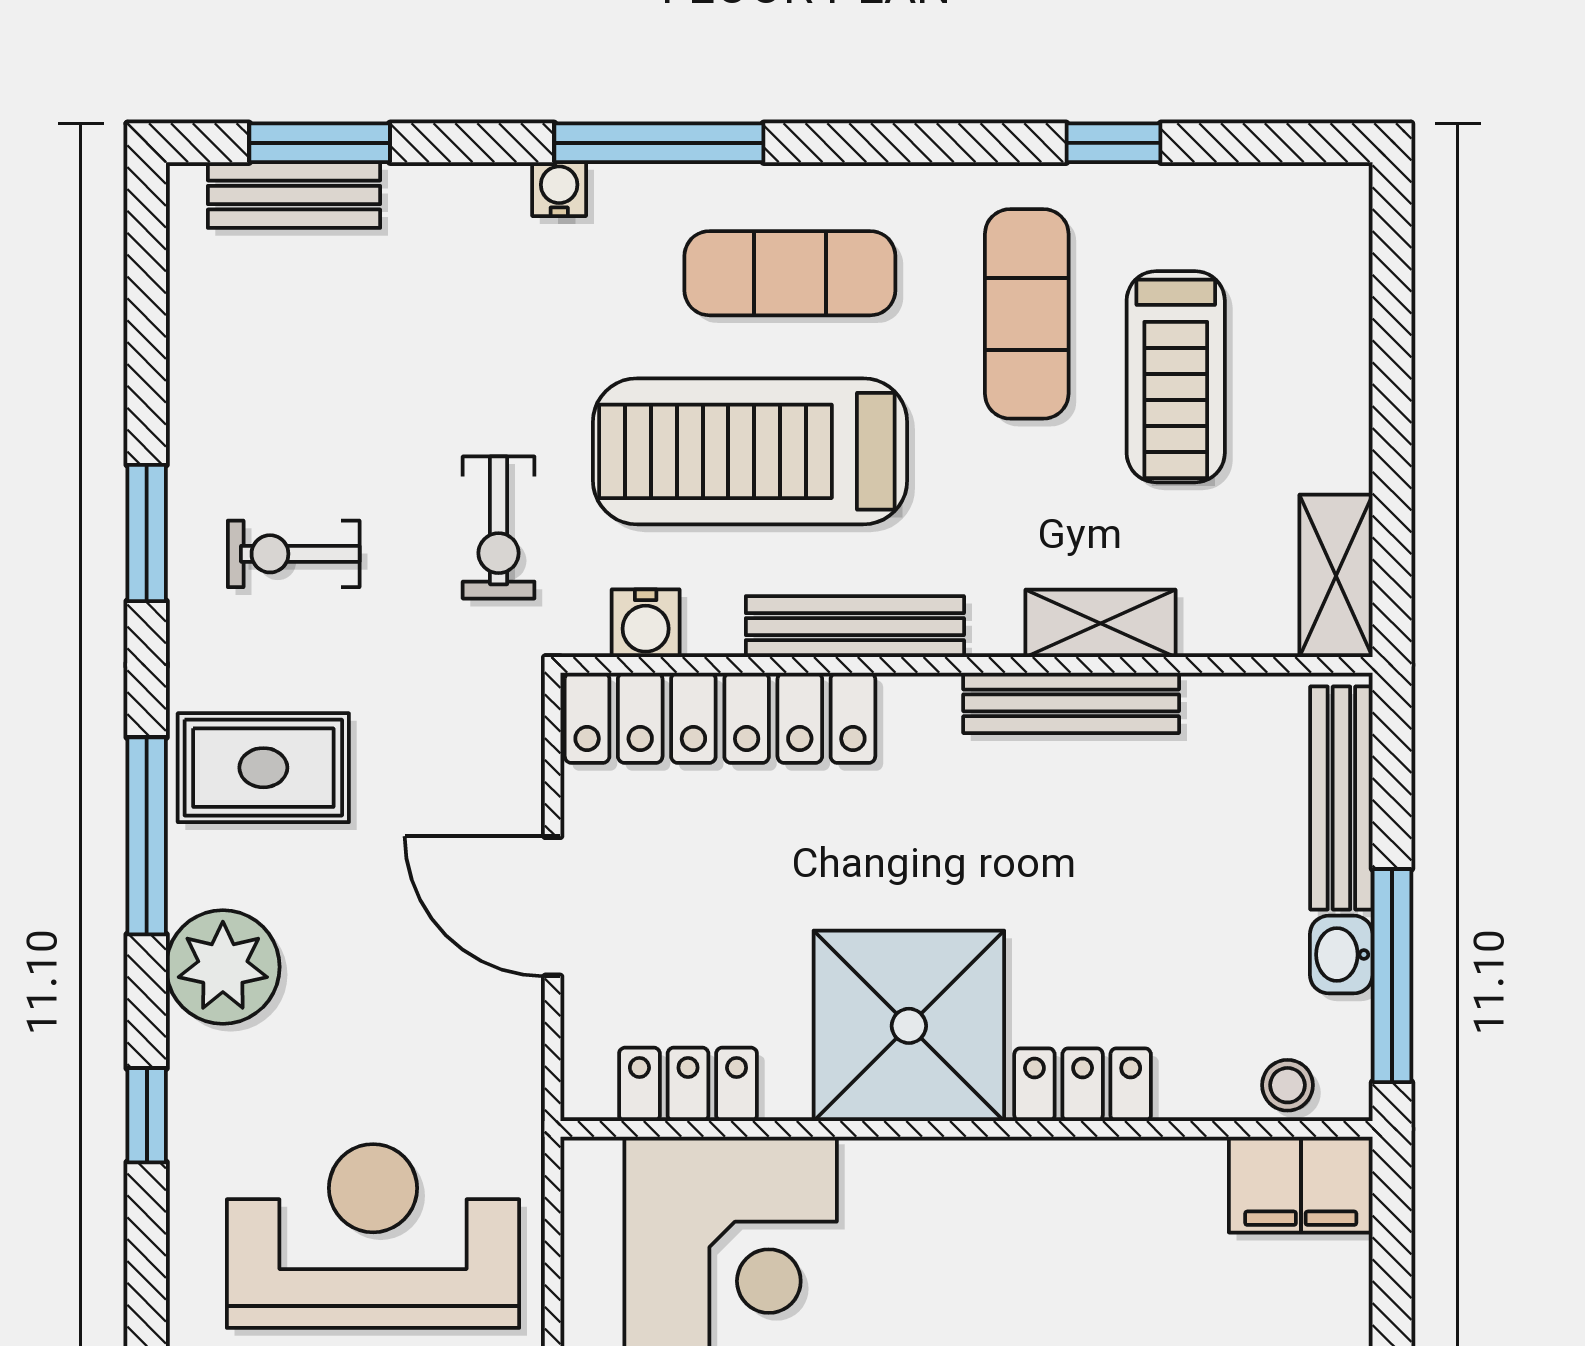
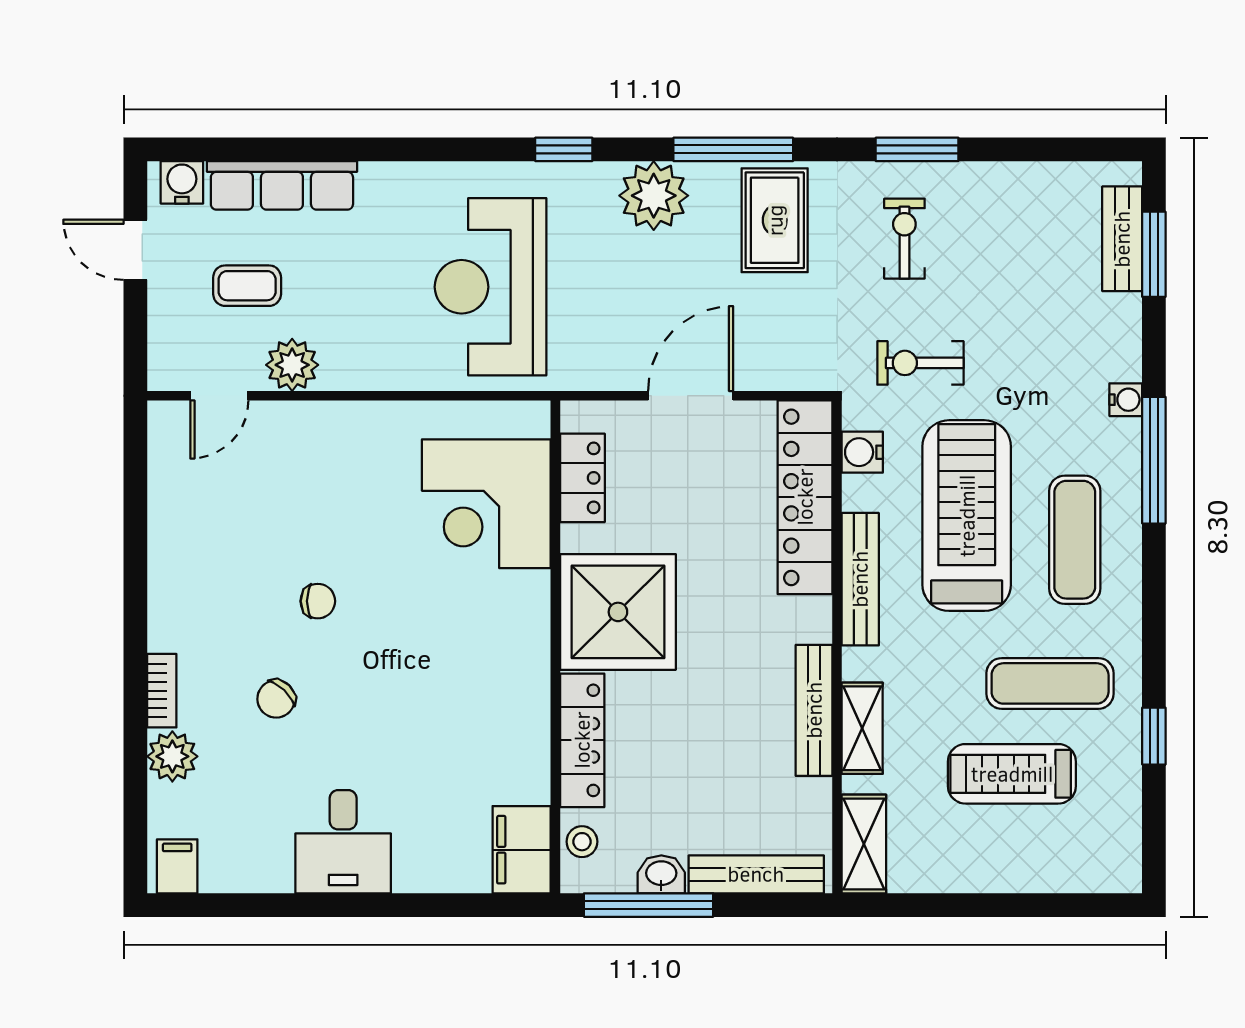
shelving: (1336, 576) -> (864, 844), moved, turned 90
locker: (1083, 1085) -> (582, 740), width x1.53
reception desk: (373, 1236) -> (490, 287), turned 180

